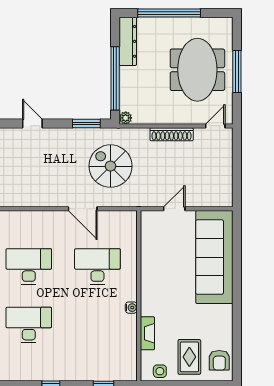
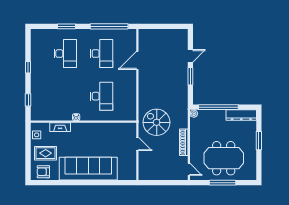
window: (169, 13) -> (259, 141), width x0.47
window: (86, 124) -> (190, 76), moved
spiral stairs: (110, 166) -> (157, 122), moved, turned -90
door: (83, 209) -> (137, 60), moved
sofa: (214, 257) -> (88, 169), moved

